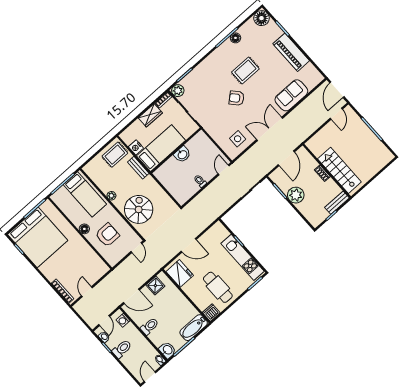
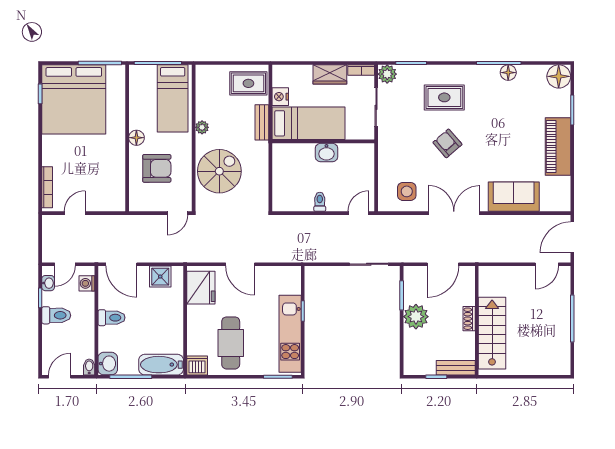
rug: (245, 70) -> (444, 97), moved

